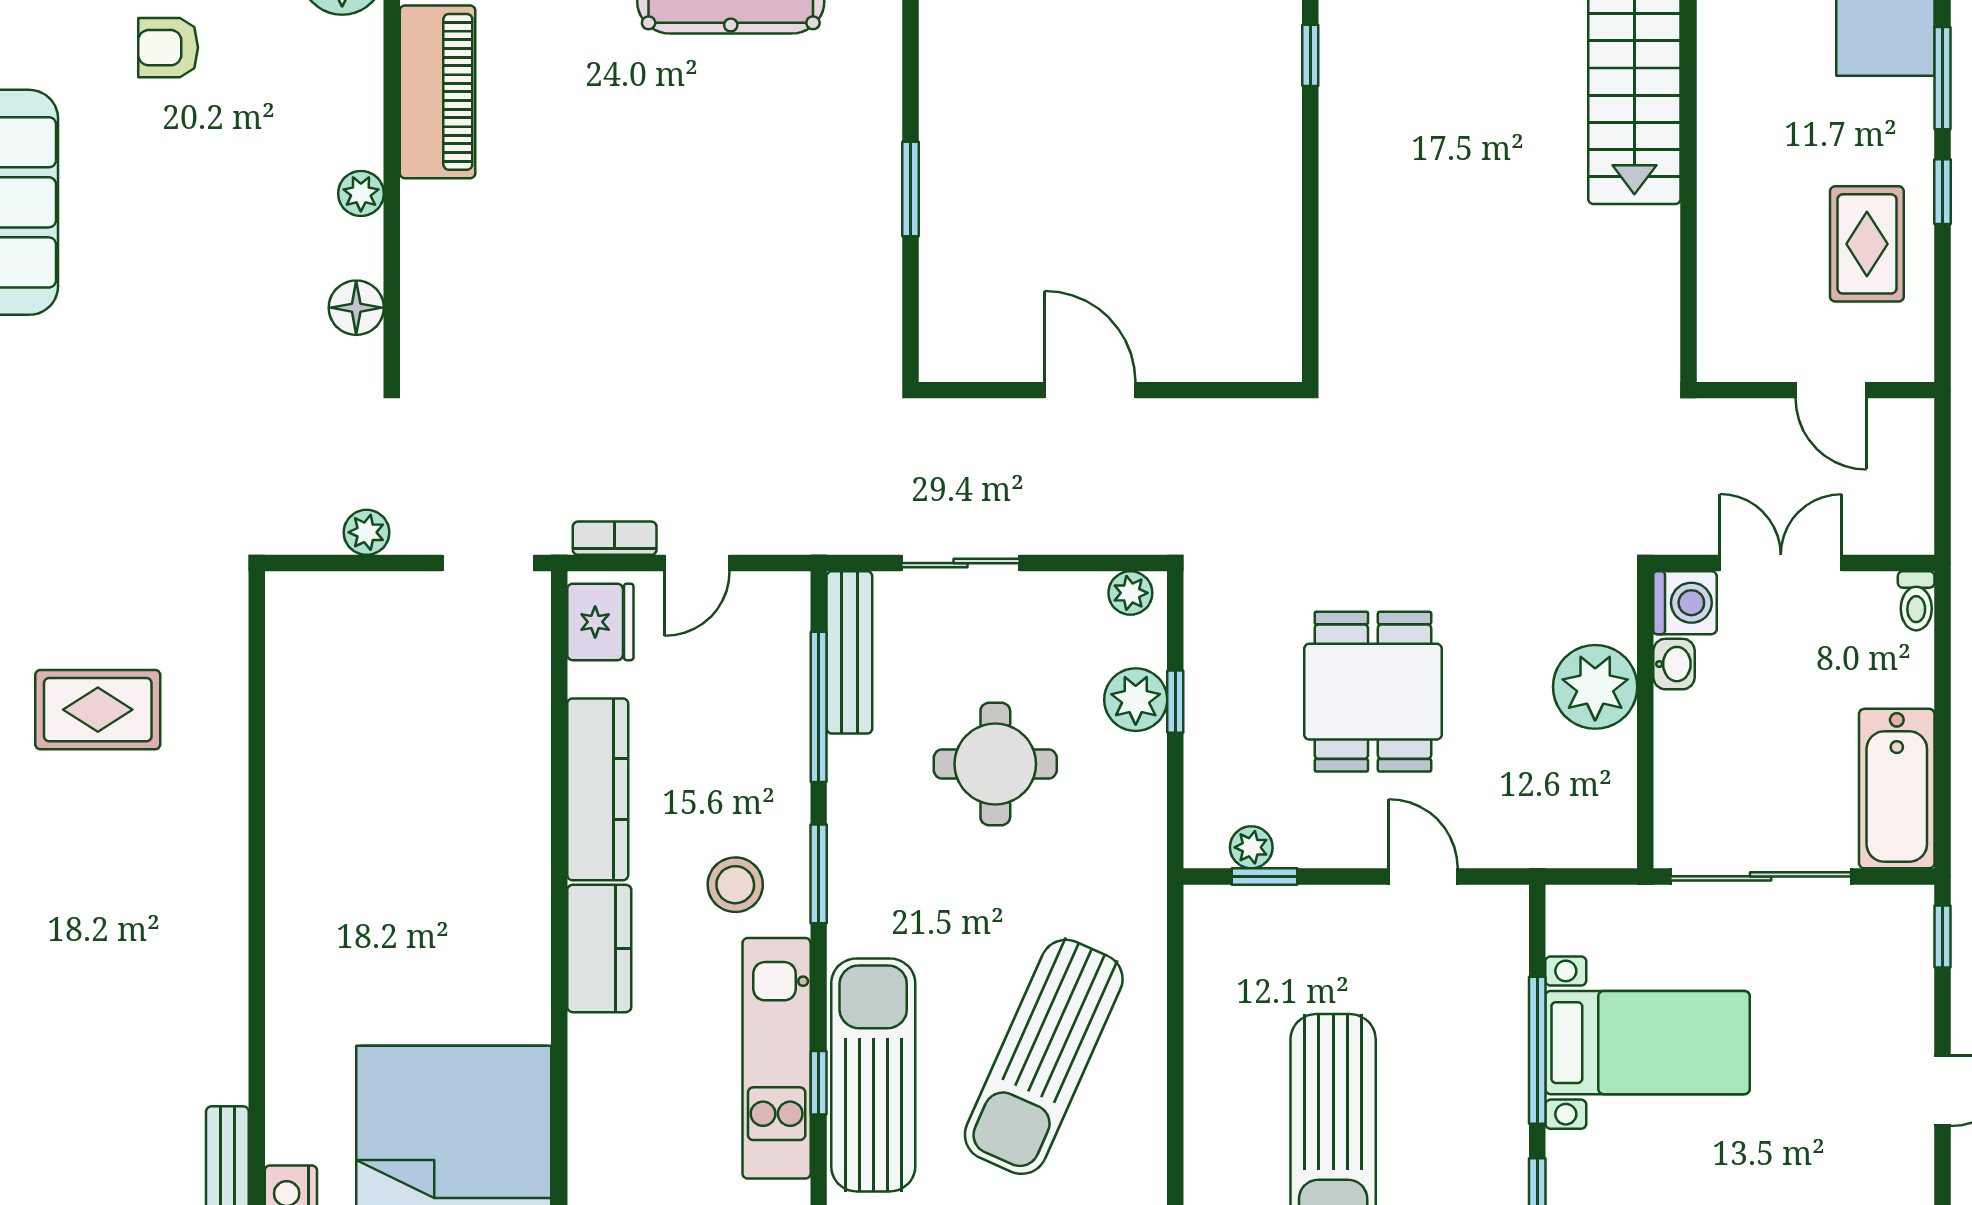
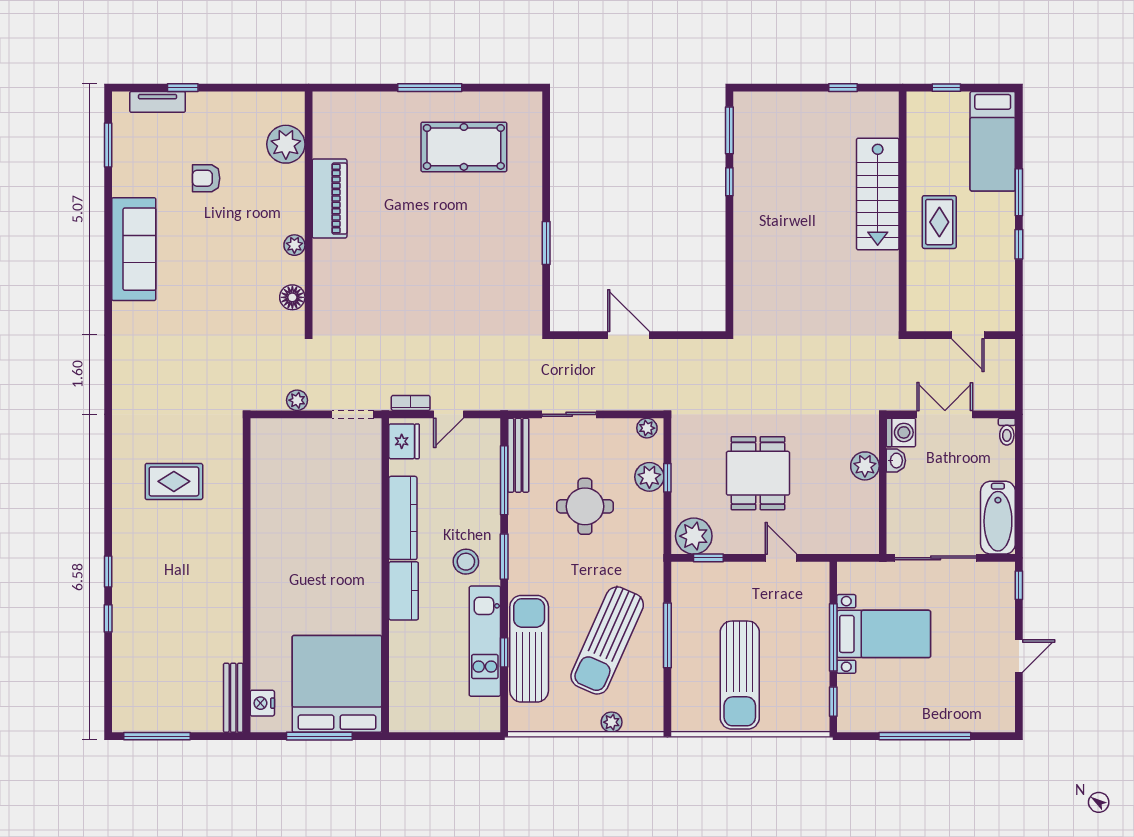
rug: (1867, 244) -> (939, 222), moved
plant: (1595, 687) -> (865, 466), width x0.73, depth x0.73
plant: (1251, 847) -> (694, 536), width x1.88, depth x1.88
window: (1175, 1046) -> (667, 635), added

